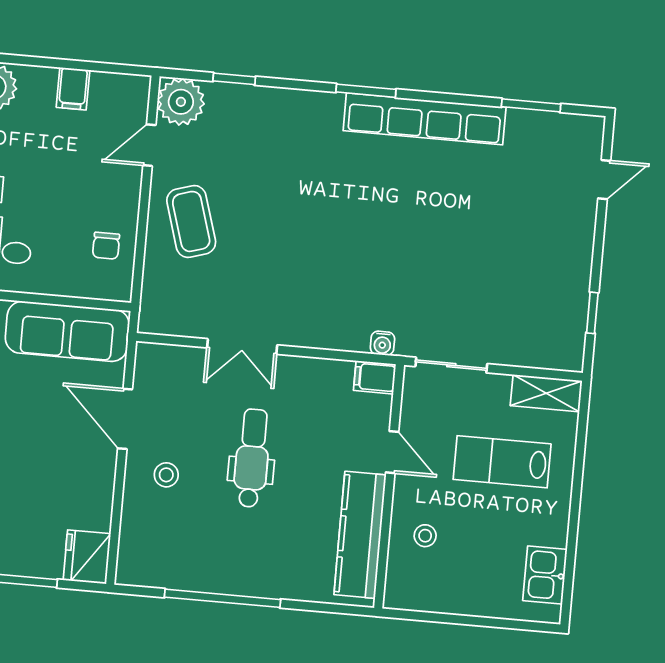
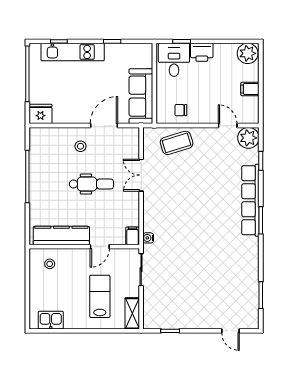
row of seats: (425, 119) -> (250, 200), moved
coffee table: (191, 221) -> (177, 143), moved
stool: (425, 536) -> (50, 264), moved

